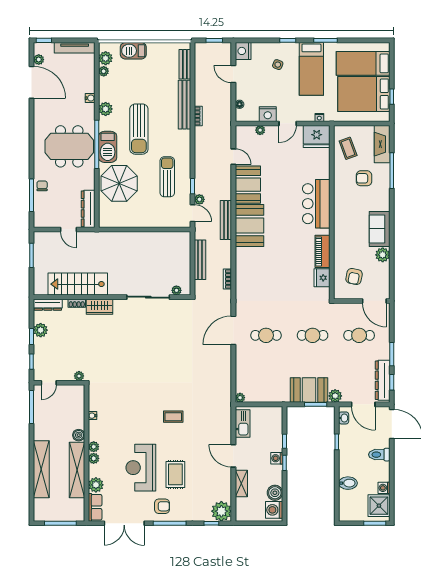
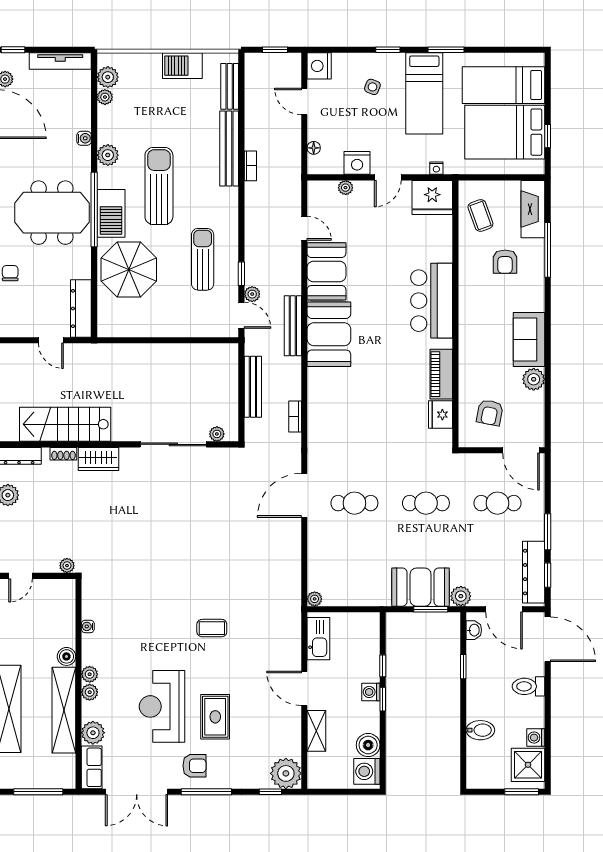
barbecue: (133, 51) -> (182, 66), moved
sun lounger: (139, 129) -> (159, 186), turned 180
armchair: (364, 178) -> (505, 262), turned -90

